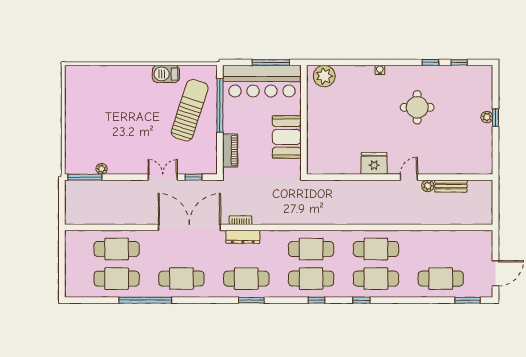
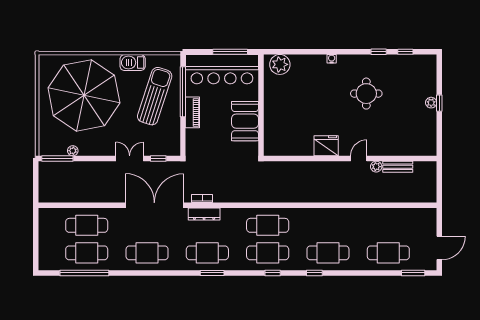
parasol: (114, 109) -> (84, 95), added
piano: (230, 151) -> (192, 112), moved
cafe table: (376, 249) -> (328, 225), removed
window: (145, 300) -> (84, 273), moved

